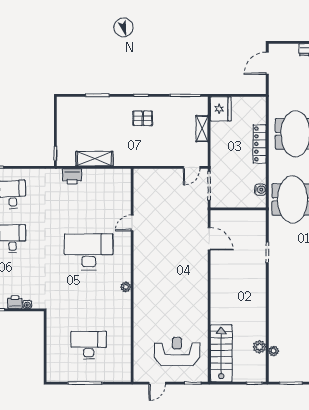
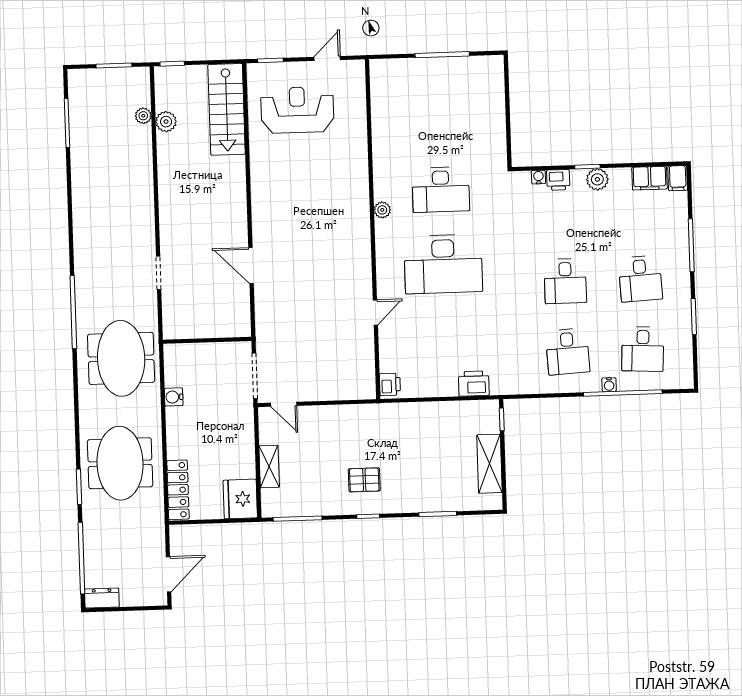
locker: (260, 144) -> (178, 490), moved
shelving: (94, 159) -> (489, 464), moved, turned 90
door: (192, 167) -> (284, 404), swing flipped
printer: (125, 178) -> (390, 384), added
water cooler: (260, 190) -> (174, 397), moved
door: (209, 239) -> (251, 265), moved
desk: (89, 345) -> (441, 190), moved
reception desk: (177, 351) -> (297, 110), turned 180

